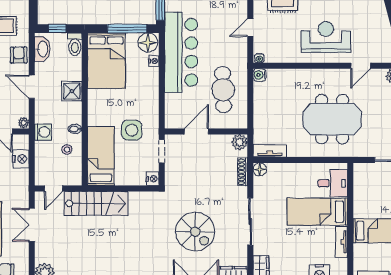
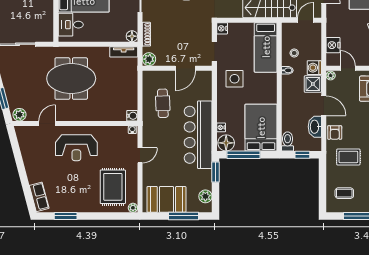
washbasin: (42, 49) -> (315, 127), moved
cafe table: (223, 90) -> (163, 103), width x0.73, depth x0.74
shower: (72, 91) -> (313, 84), moved
side table: (132, 130) -> (235, 79), moved

